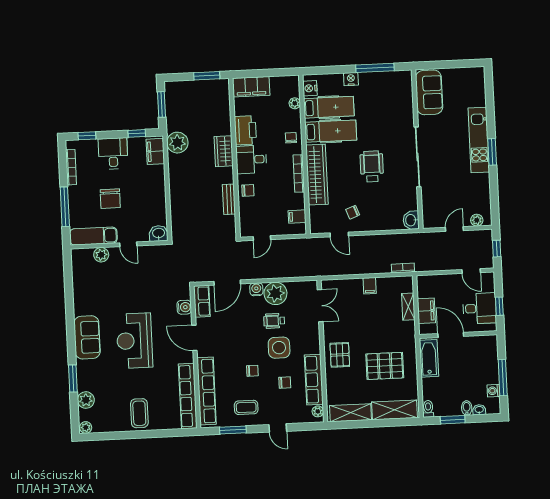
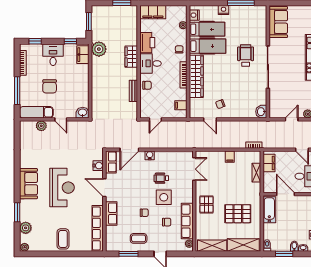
wheelchair: (372, 166) -> (246, 56), moved
plant: (275, 293) -> (163, 159), removed
filing cabinet: (426, 311) -> (269, 163), moved
reception desk: (134, 341) -> (62, 188), turned 180
row of seats: (207, 391) -> (111, 213), width x0.50

